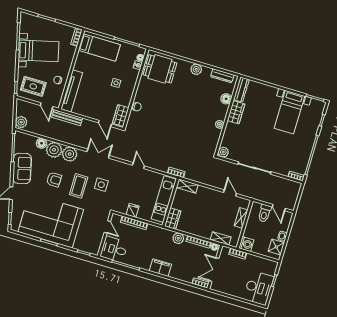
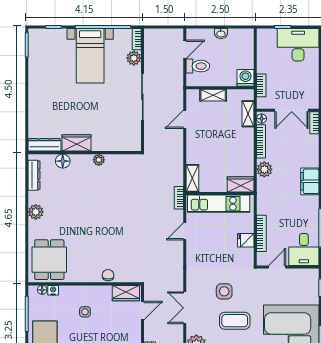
bed with nightstands: (289, 112) -> (90, 56), moved, turned 90
plant: (223, 152) -> (134, 58), moved
door: (138, 166) -> (185, 231), moved
shower: (276, 247) -> (237, 37), removed

